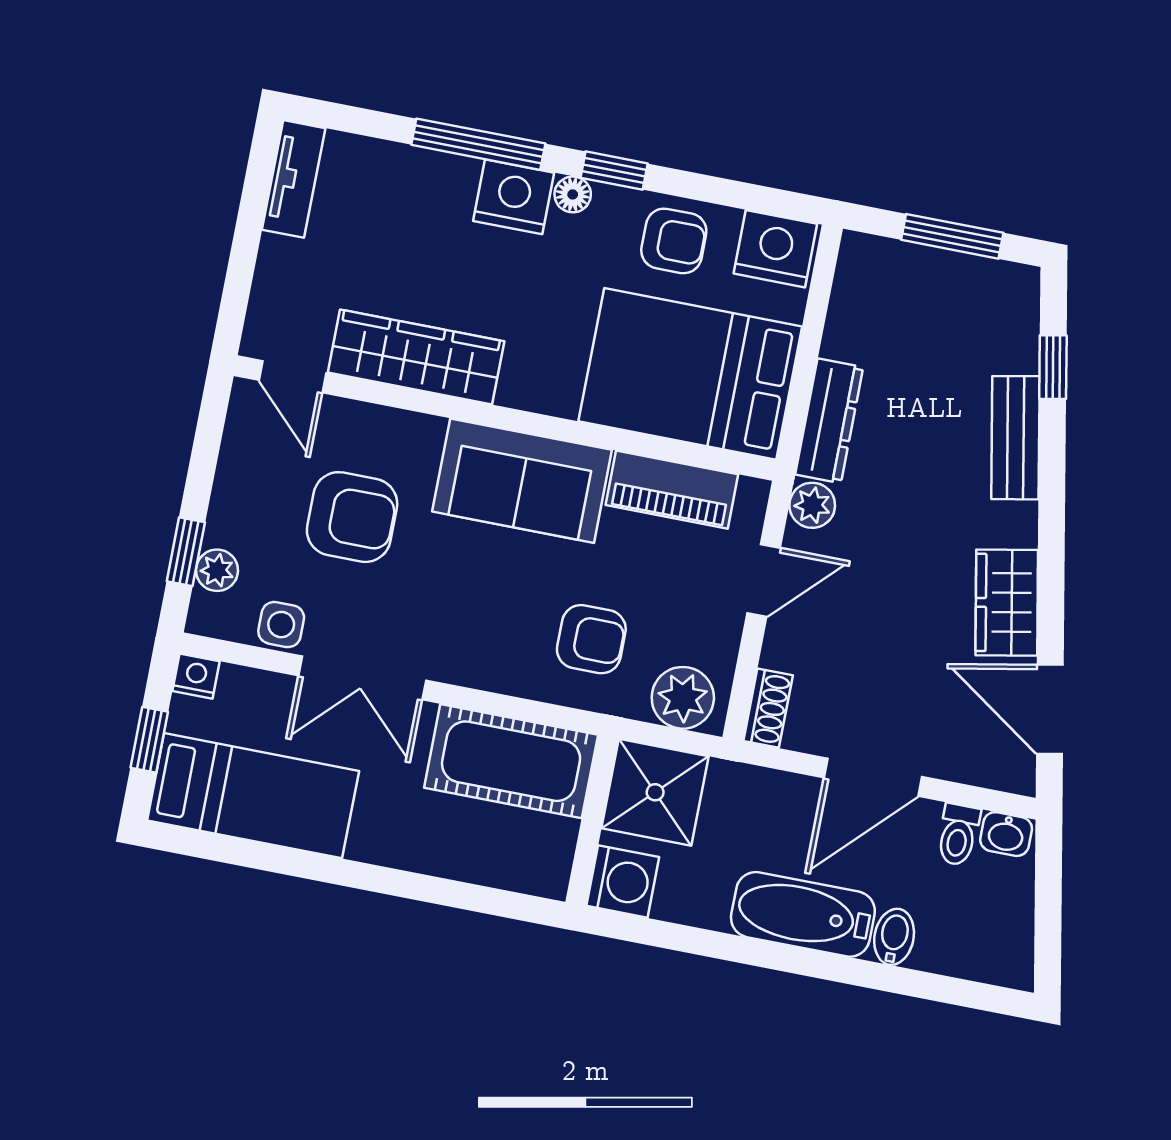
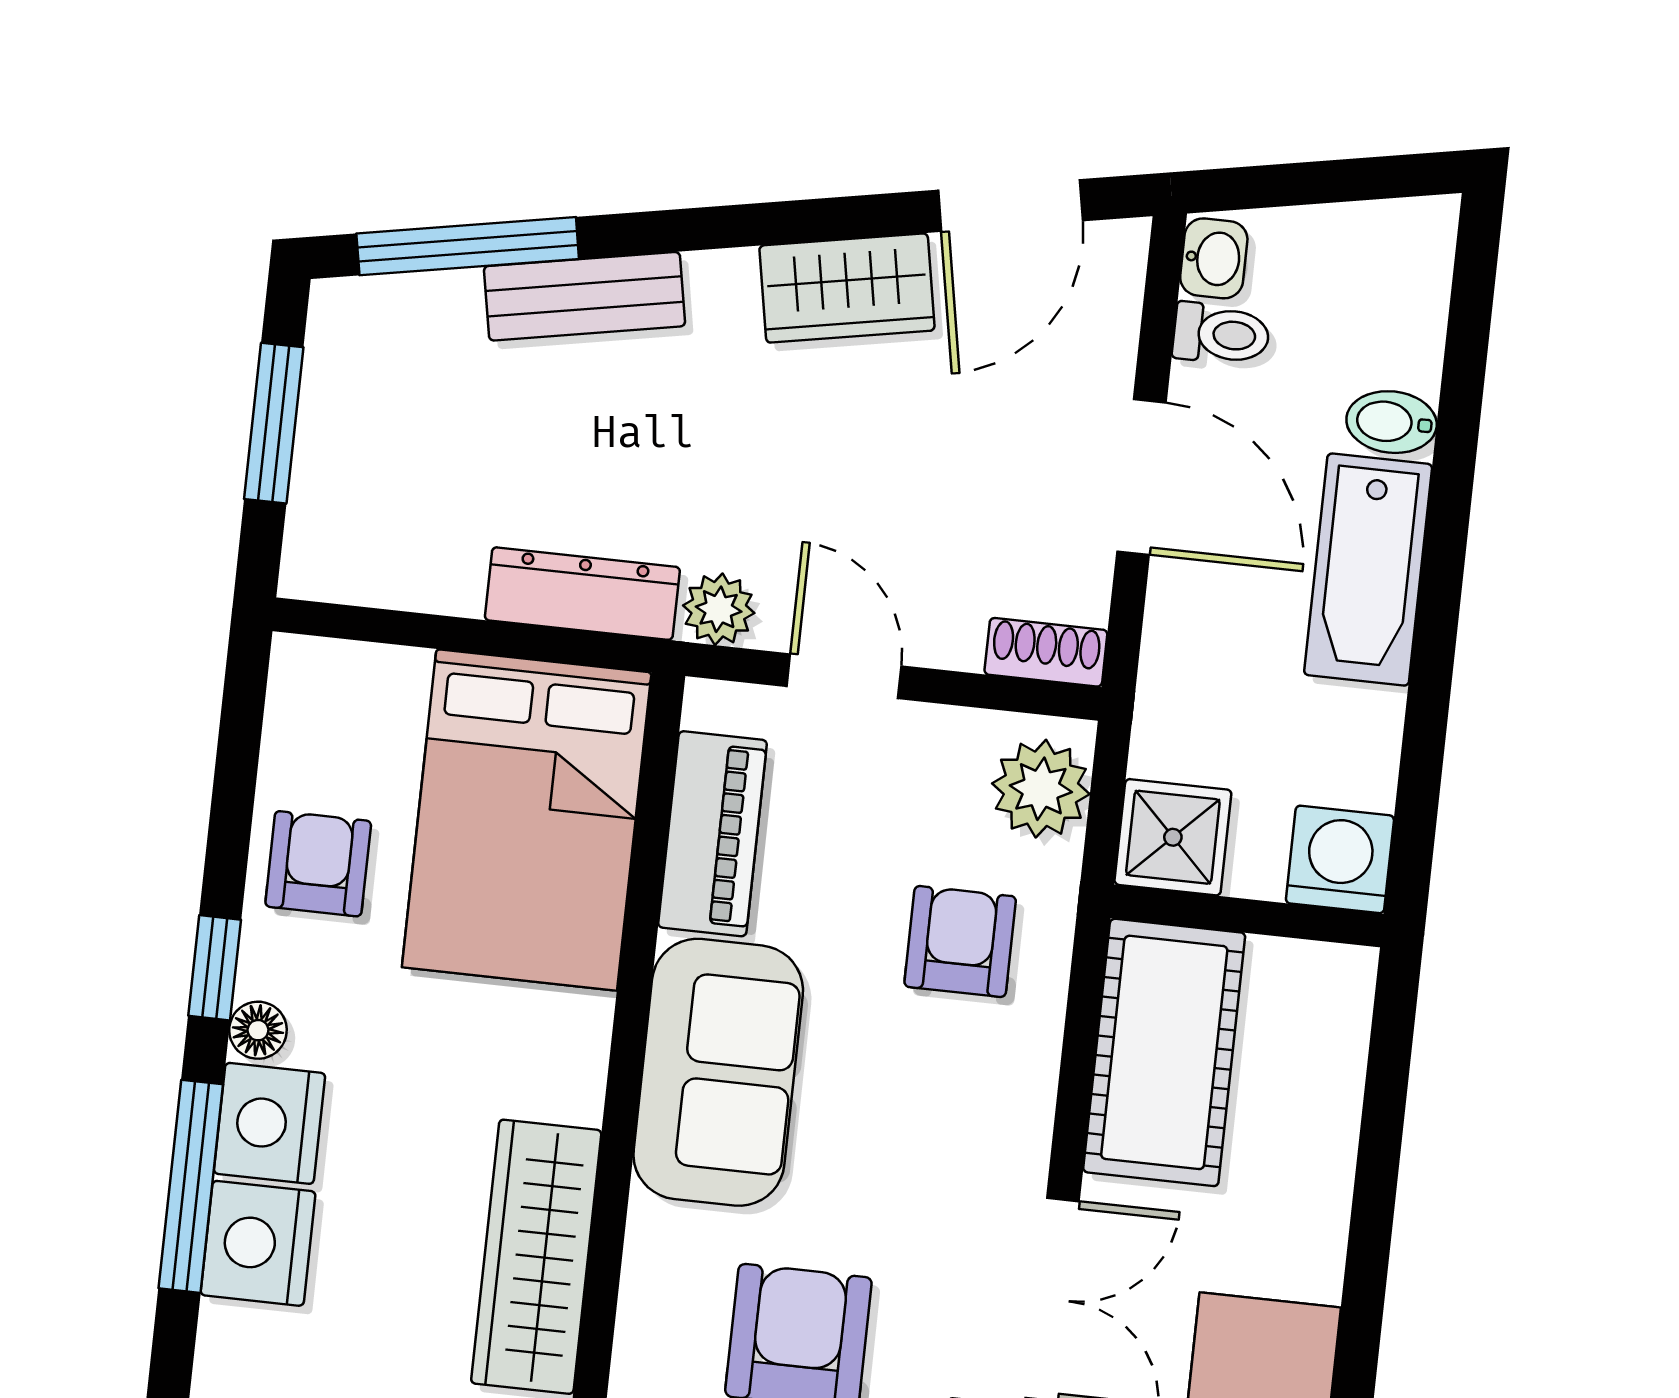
nightstand: (775, 249) -> (258, 1243), moved
window: (1053, 367) -> (468, 246), width x2.17
shower: (655, 792) -> (1173, 837), width x0.73, depth x0.73

